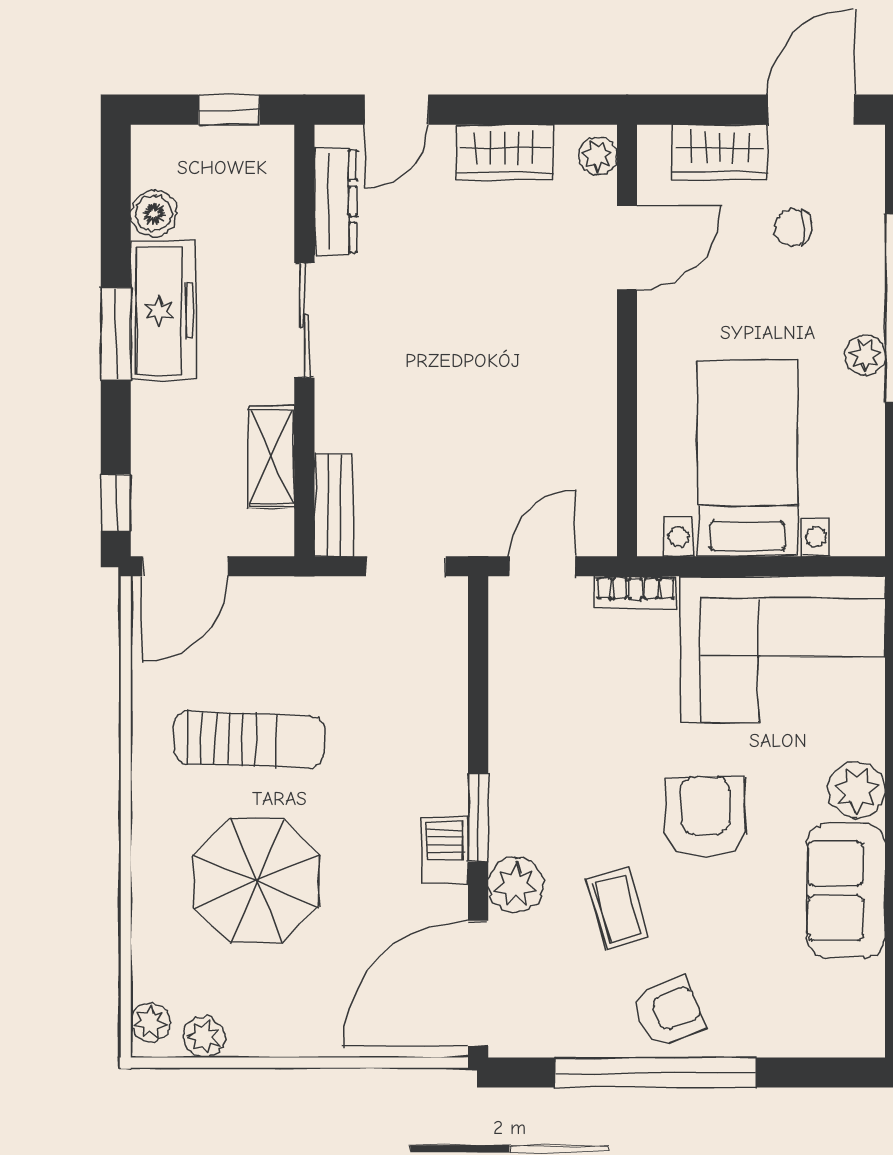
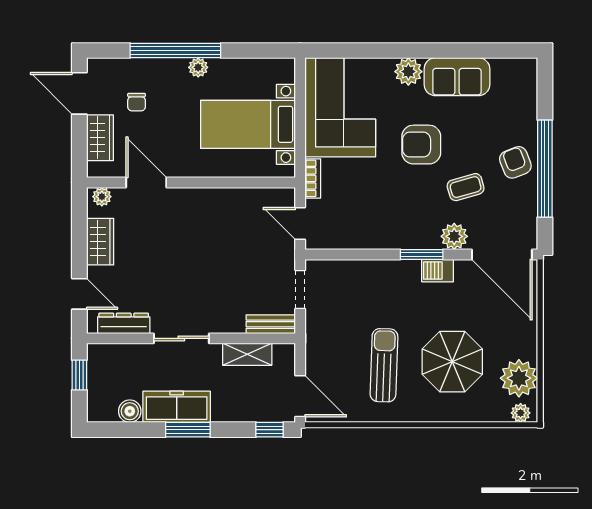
plant: (204, 1037) -> (519, 378), width x1.88, depth x1.88

